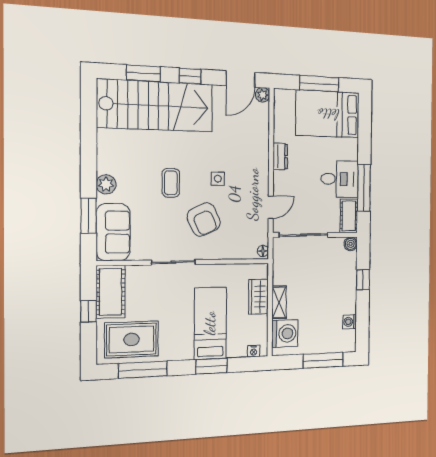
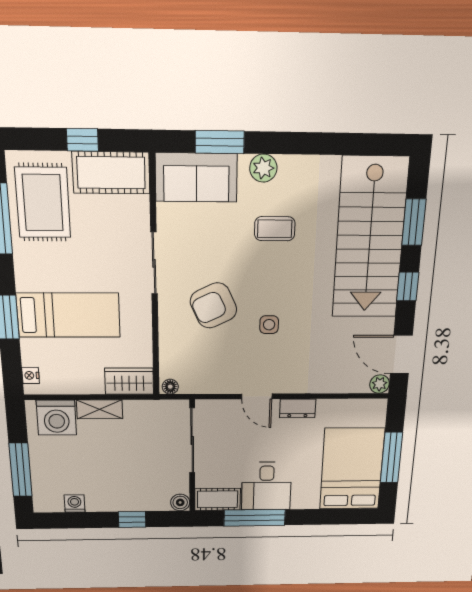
coffee table: (171, 183) -> (275, 229), moved
door: (271, 207) -> (257, 396), moved
wardrobe: (258, 297) -> (129, 381), moved

